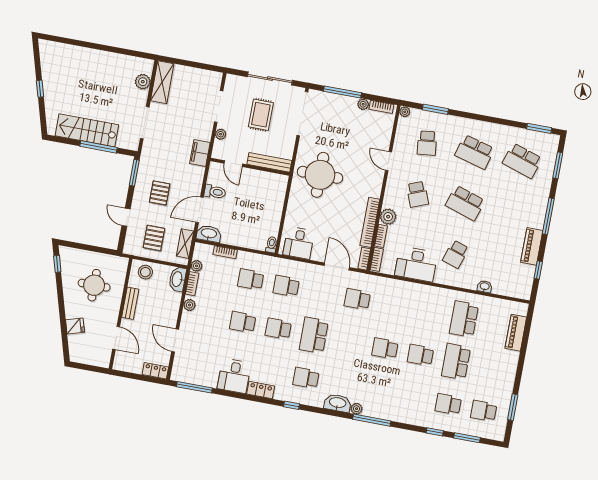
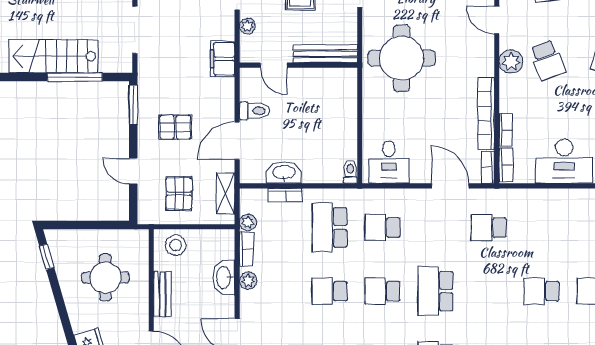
pallet: (160, 193) -> (175, 127), turned 90
plant: (388, 217) -> (511, 62), moved
washbasin: (209, 234) -> (284, 173), moved
washbasin: (177, 279) -> (224, 278), moved
school desk: (251, 279) -> (329, 228), width x1.85

